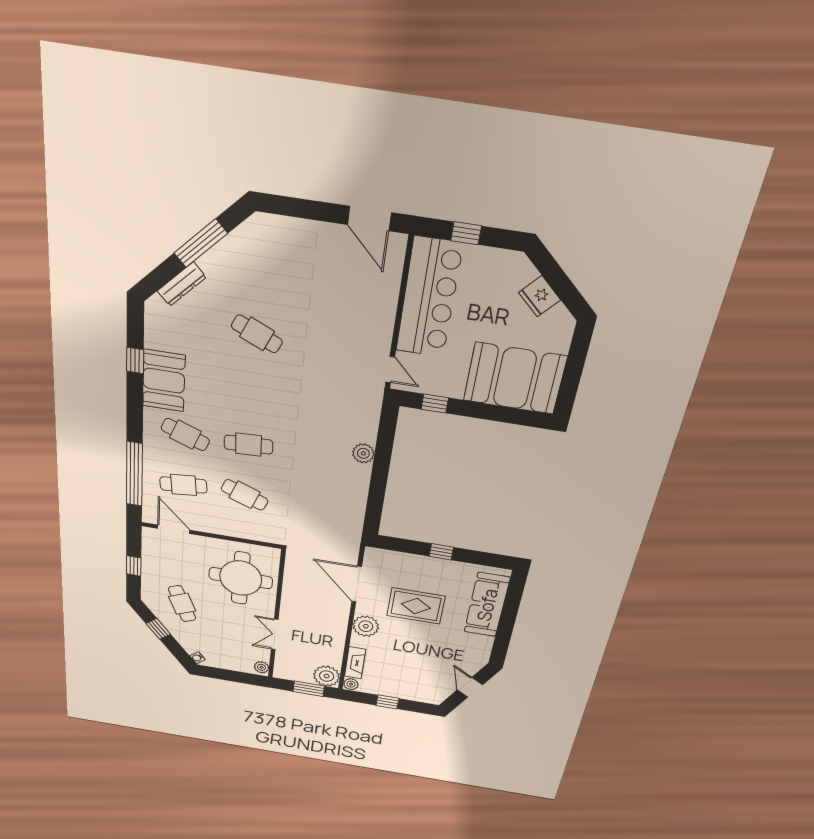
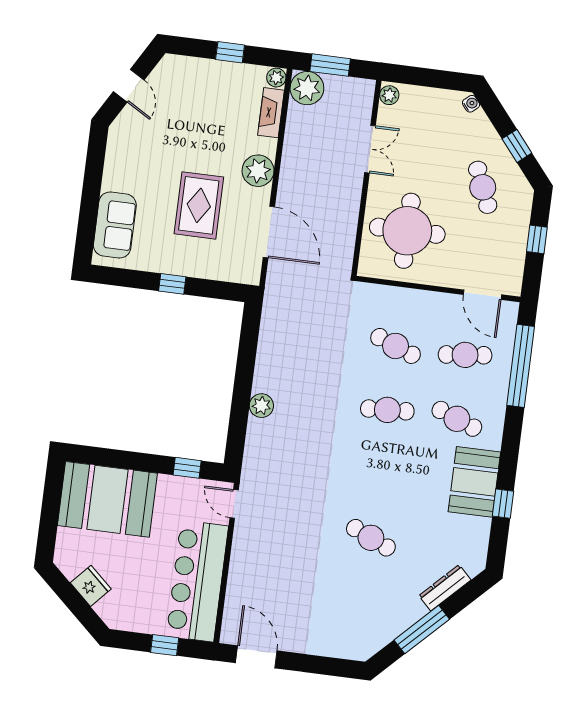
sofa: (487, 605) -> (115, 225), width x0.73
rug: (416, 606) -> (199, 205), turned 90

